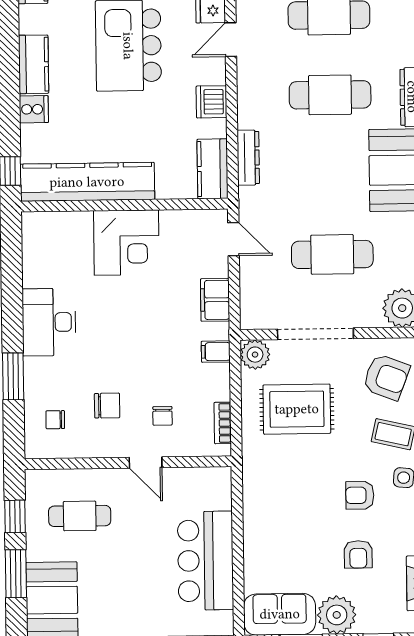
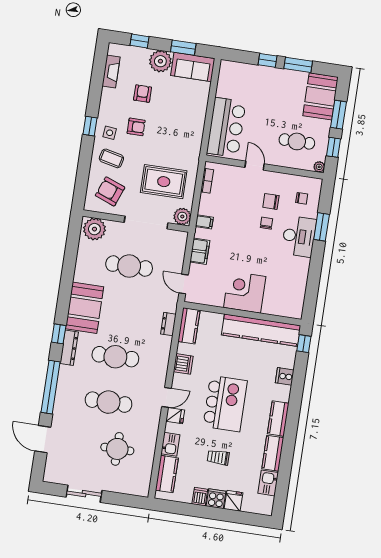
kitchen counter: (34, 64) -> (278, 419), moved
dresser: (248, 158) -> (168, 324), width x0.70
desk: (49, 322) -> (299, 236), moved
chair: (162, 416) -> (266, 223), moved
plant: (34, 479) -> (319, 167), added
bar counter: (206, 561) -> (226, 127), moved

